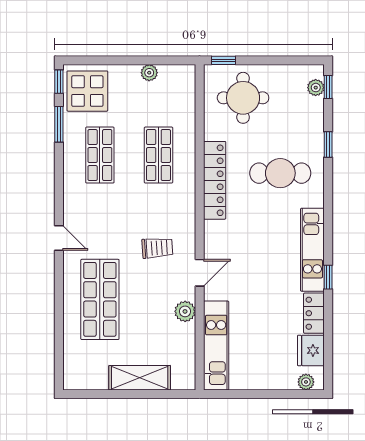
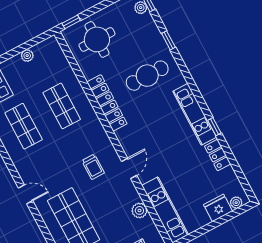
trolley: (157, 248) -> (93, 167), turned 94
plant: (185, 311) -> (139, 210), moved
fridge: (311, 350) -> (218, 208), moved, turned 90

